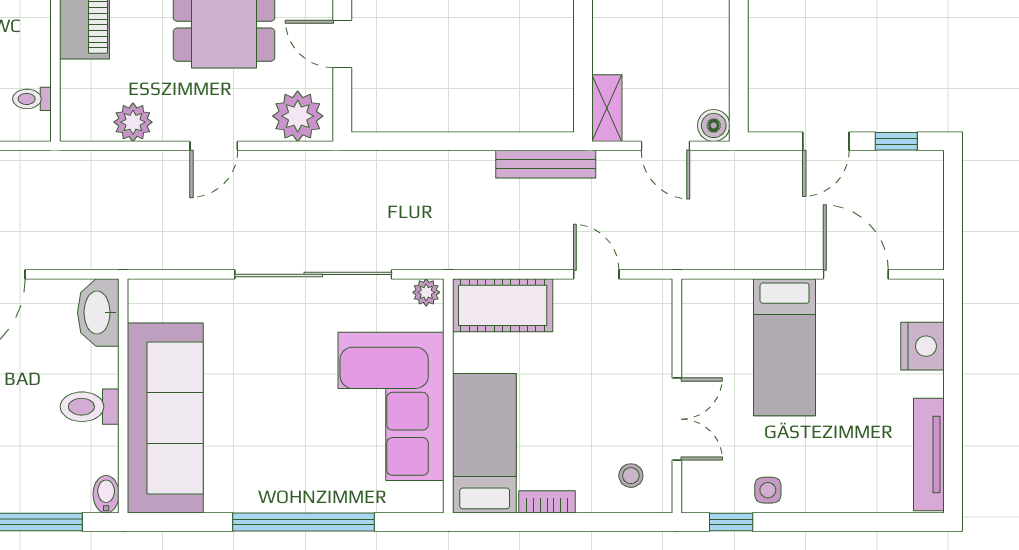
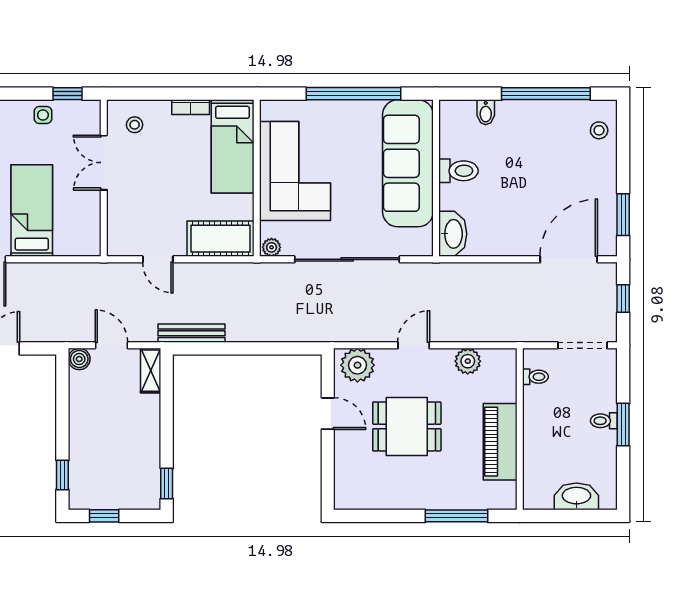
washbasin: (98, 313) -> (453, 234), moved
wall: (123, 396) -> (436, 178), moved
toilet: (90, 407) -> (458, 171), moved
sofa: (165, 418) -> (408, 163), moved

